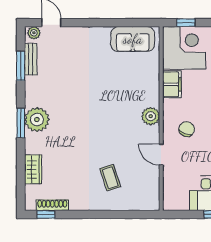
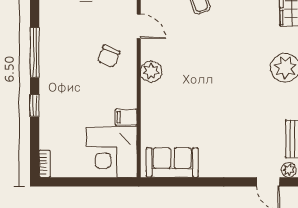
window: (186, 23) -> (110, 182), removed
filing cabinet: (172, 84) -> (126, 117), width x0.50

